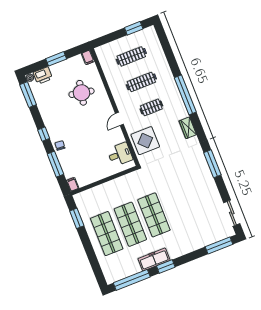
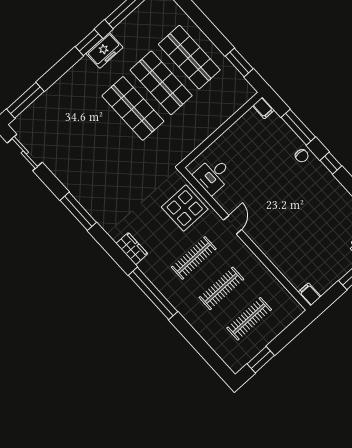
round table: (82, 93) -> (300, 241), removed
clothes rail: (151, 107) -> (194, 258), width x1.36
freezer: (154, 259) -> (105, 50), width x0.71

